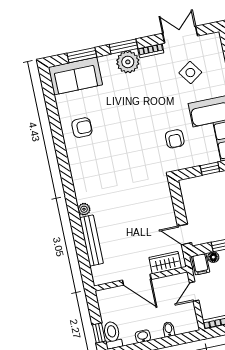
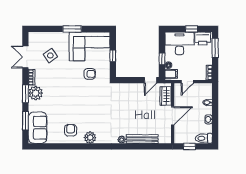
plant: (77, 160) -> (90, 138), added
door: (194, 291) -> (187, 82), hinge flipped
window: (99, 333) -> (189, 146), moved

